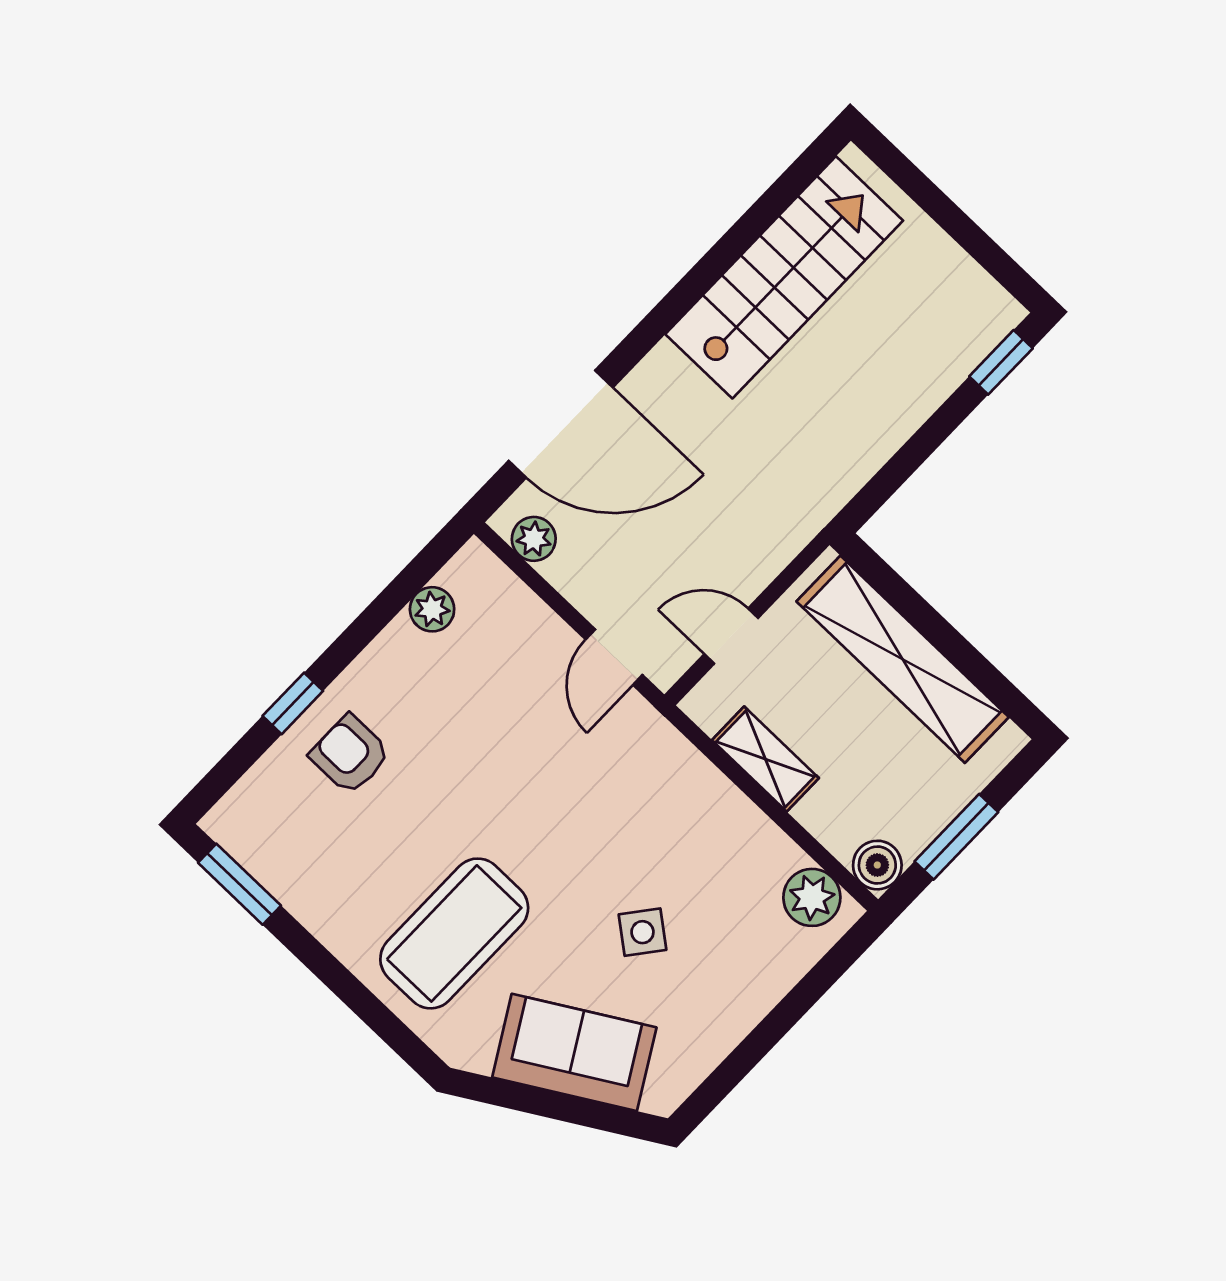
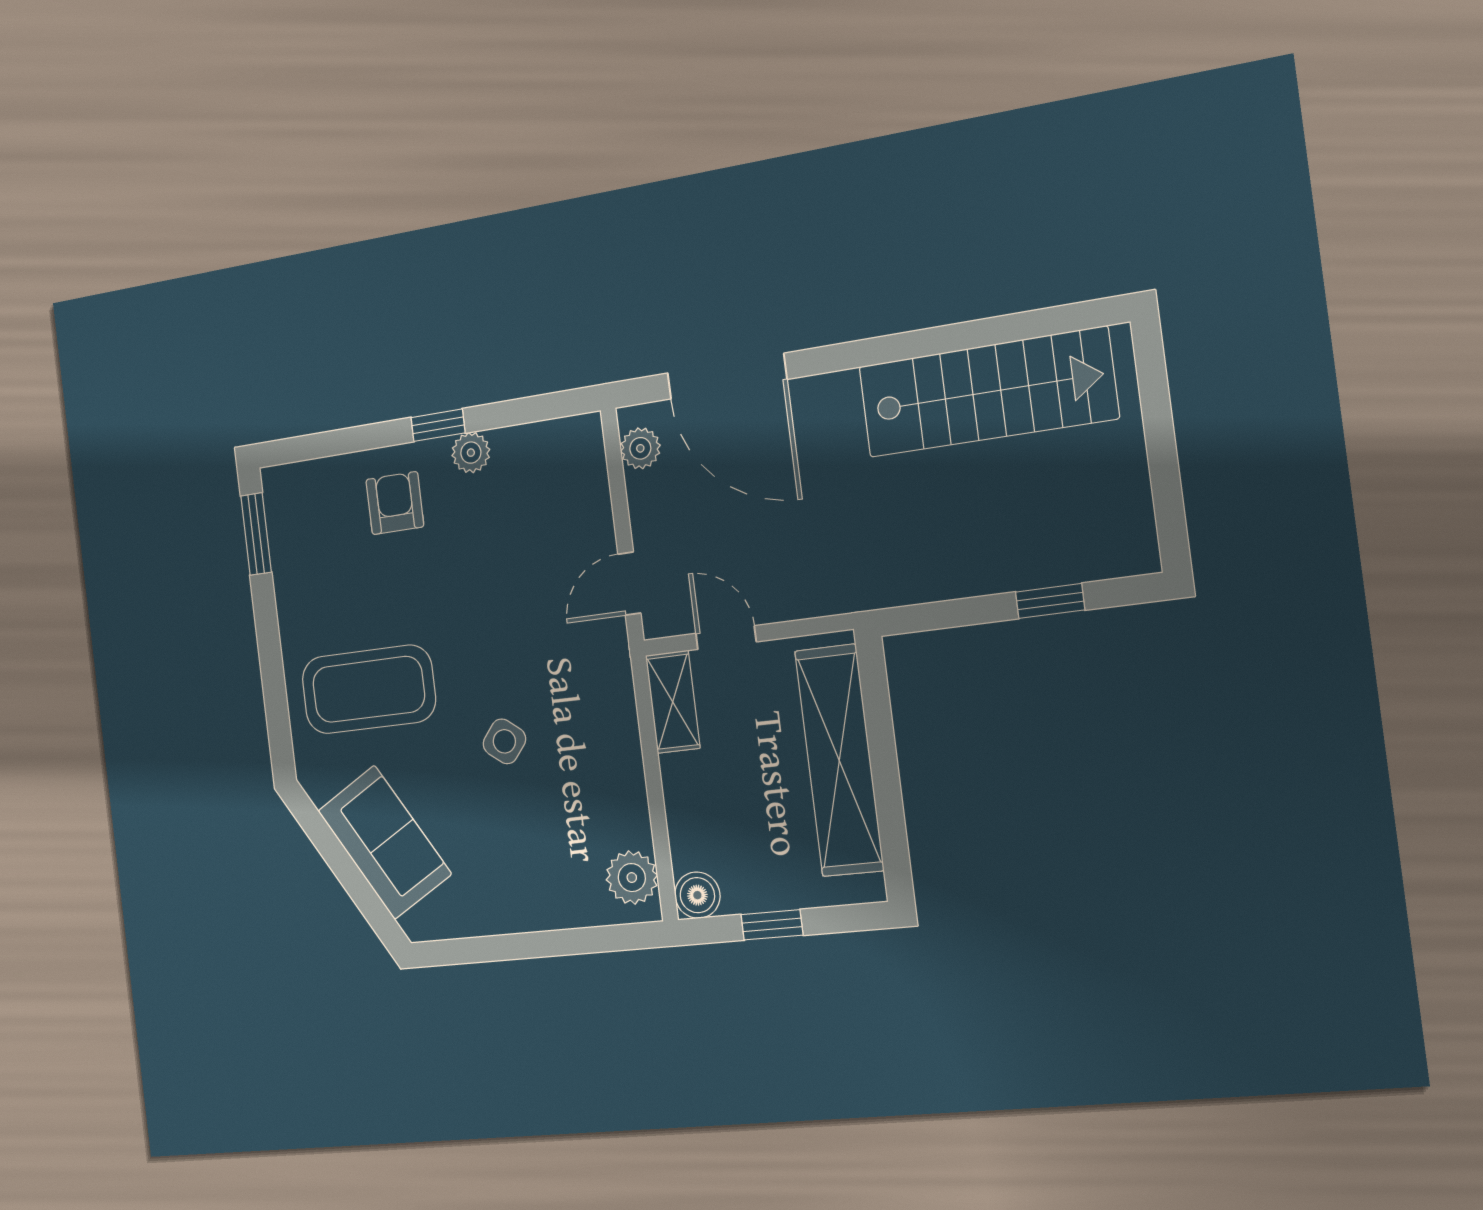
window: (1001, 362) -> (1050, 601), moved
plant: (432, 609) -> (471, 453), moved
window: (293, 703) -> (438, 425), moved
shelving: (765, 759) -> (673, 702), moved
window: (956, 837) -> (772, 925), width x0.67
side table: (642, 932) -> (504, 741), moved

